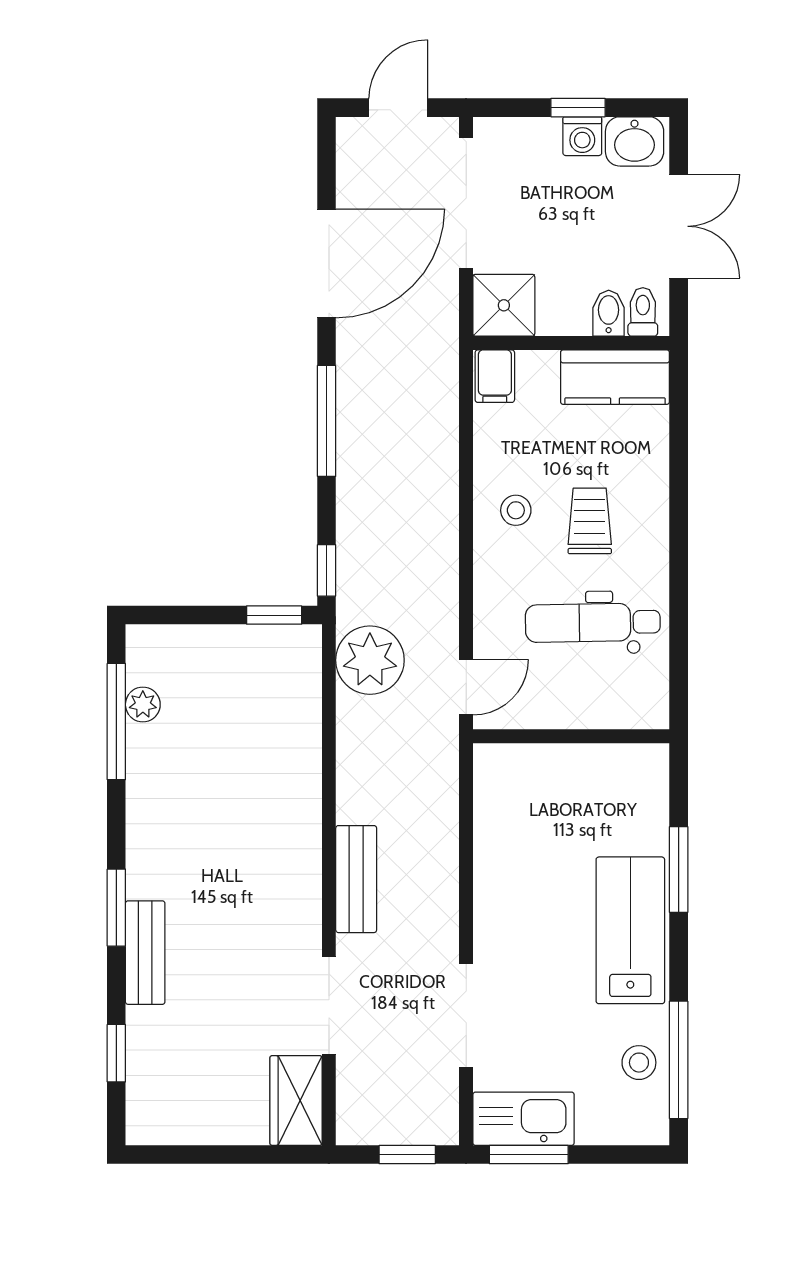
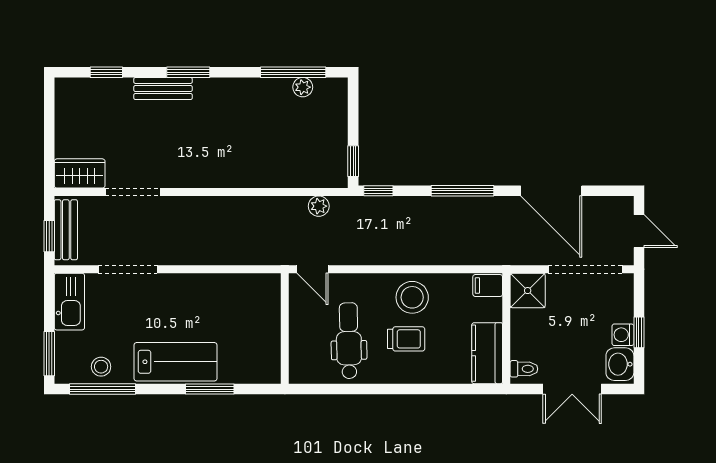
bidet: (609, 313) -> (523, 350), removed
stool: (516, 510) -> (412, 297), width x1.89, depth x1.89
plant: (370, 660) -> (319, 206), width x0.53, depth x0.53
bench: (356, 879) -> (66, 230), moved, turned 90
window: (529, 1155) -> (49, 354), moved

